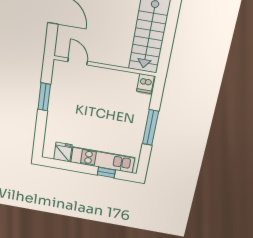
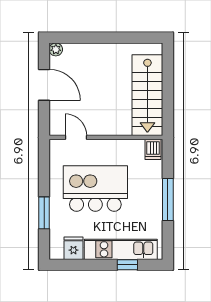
window: (44, 97) -> (44, 213), moved
kitchen island: (89, 108) -> (95, 188), added

